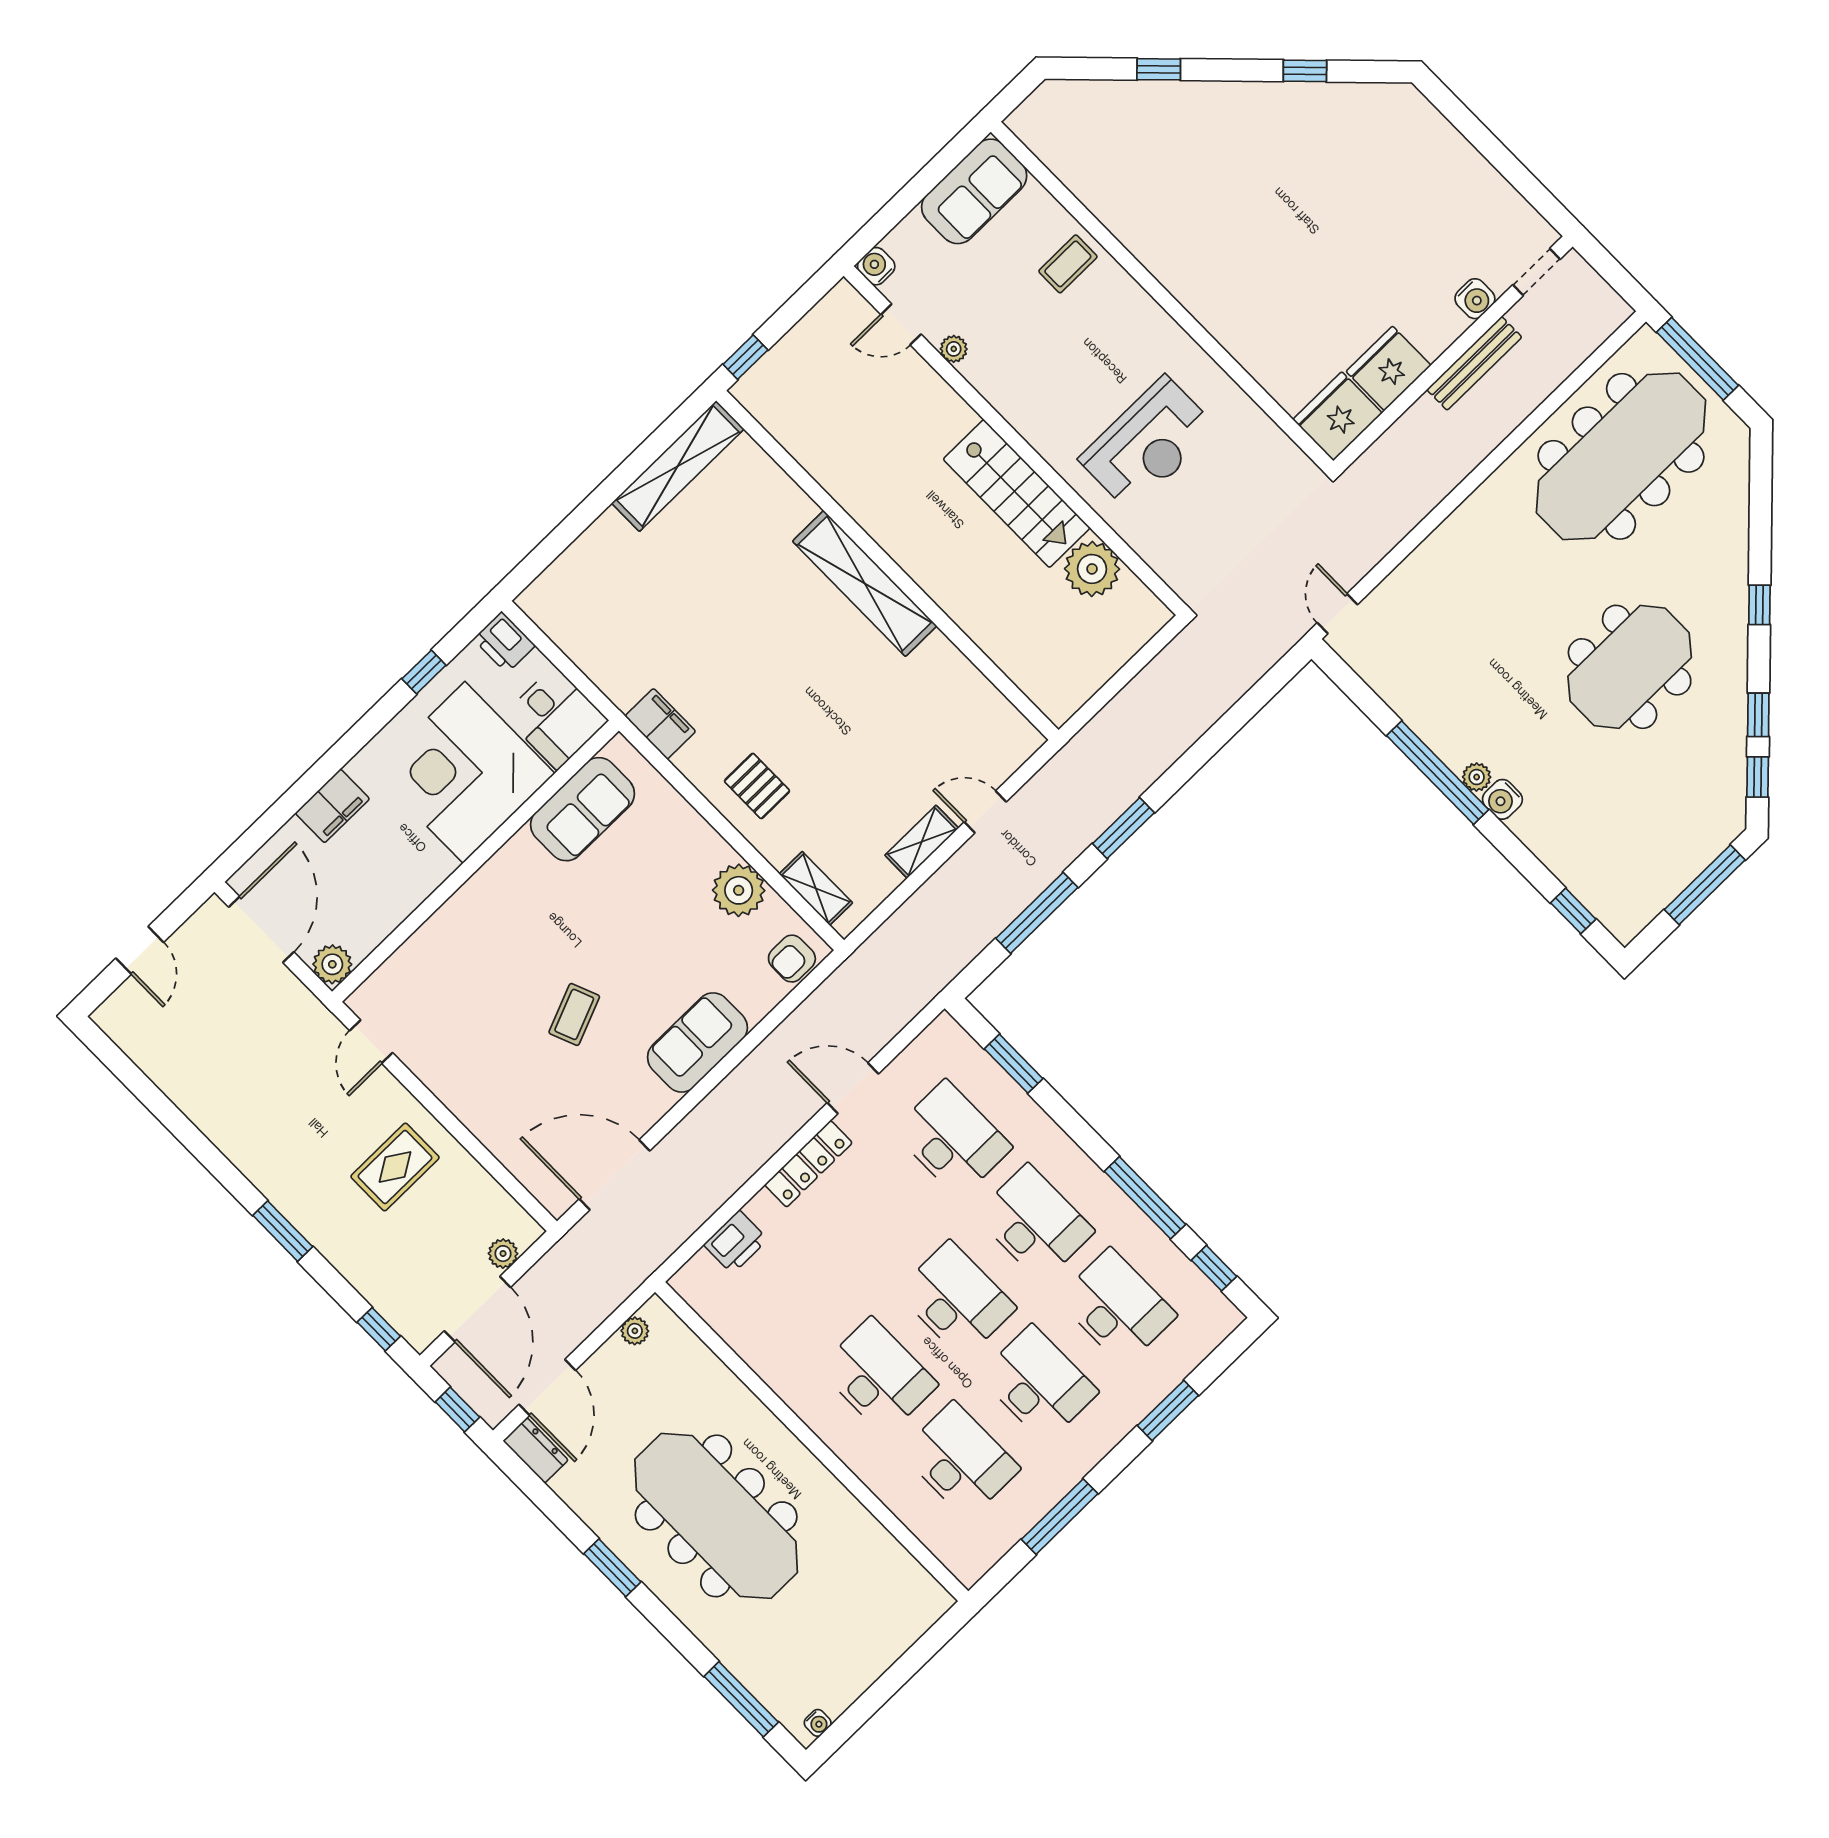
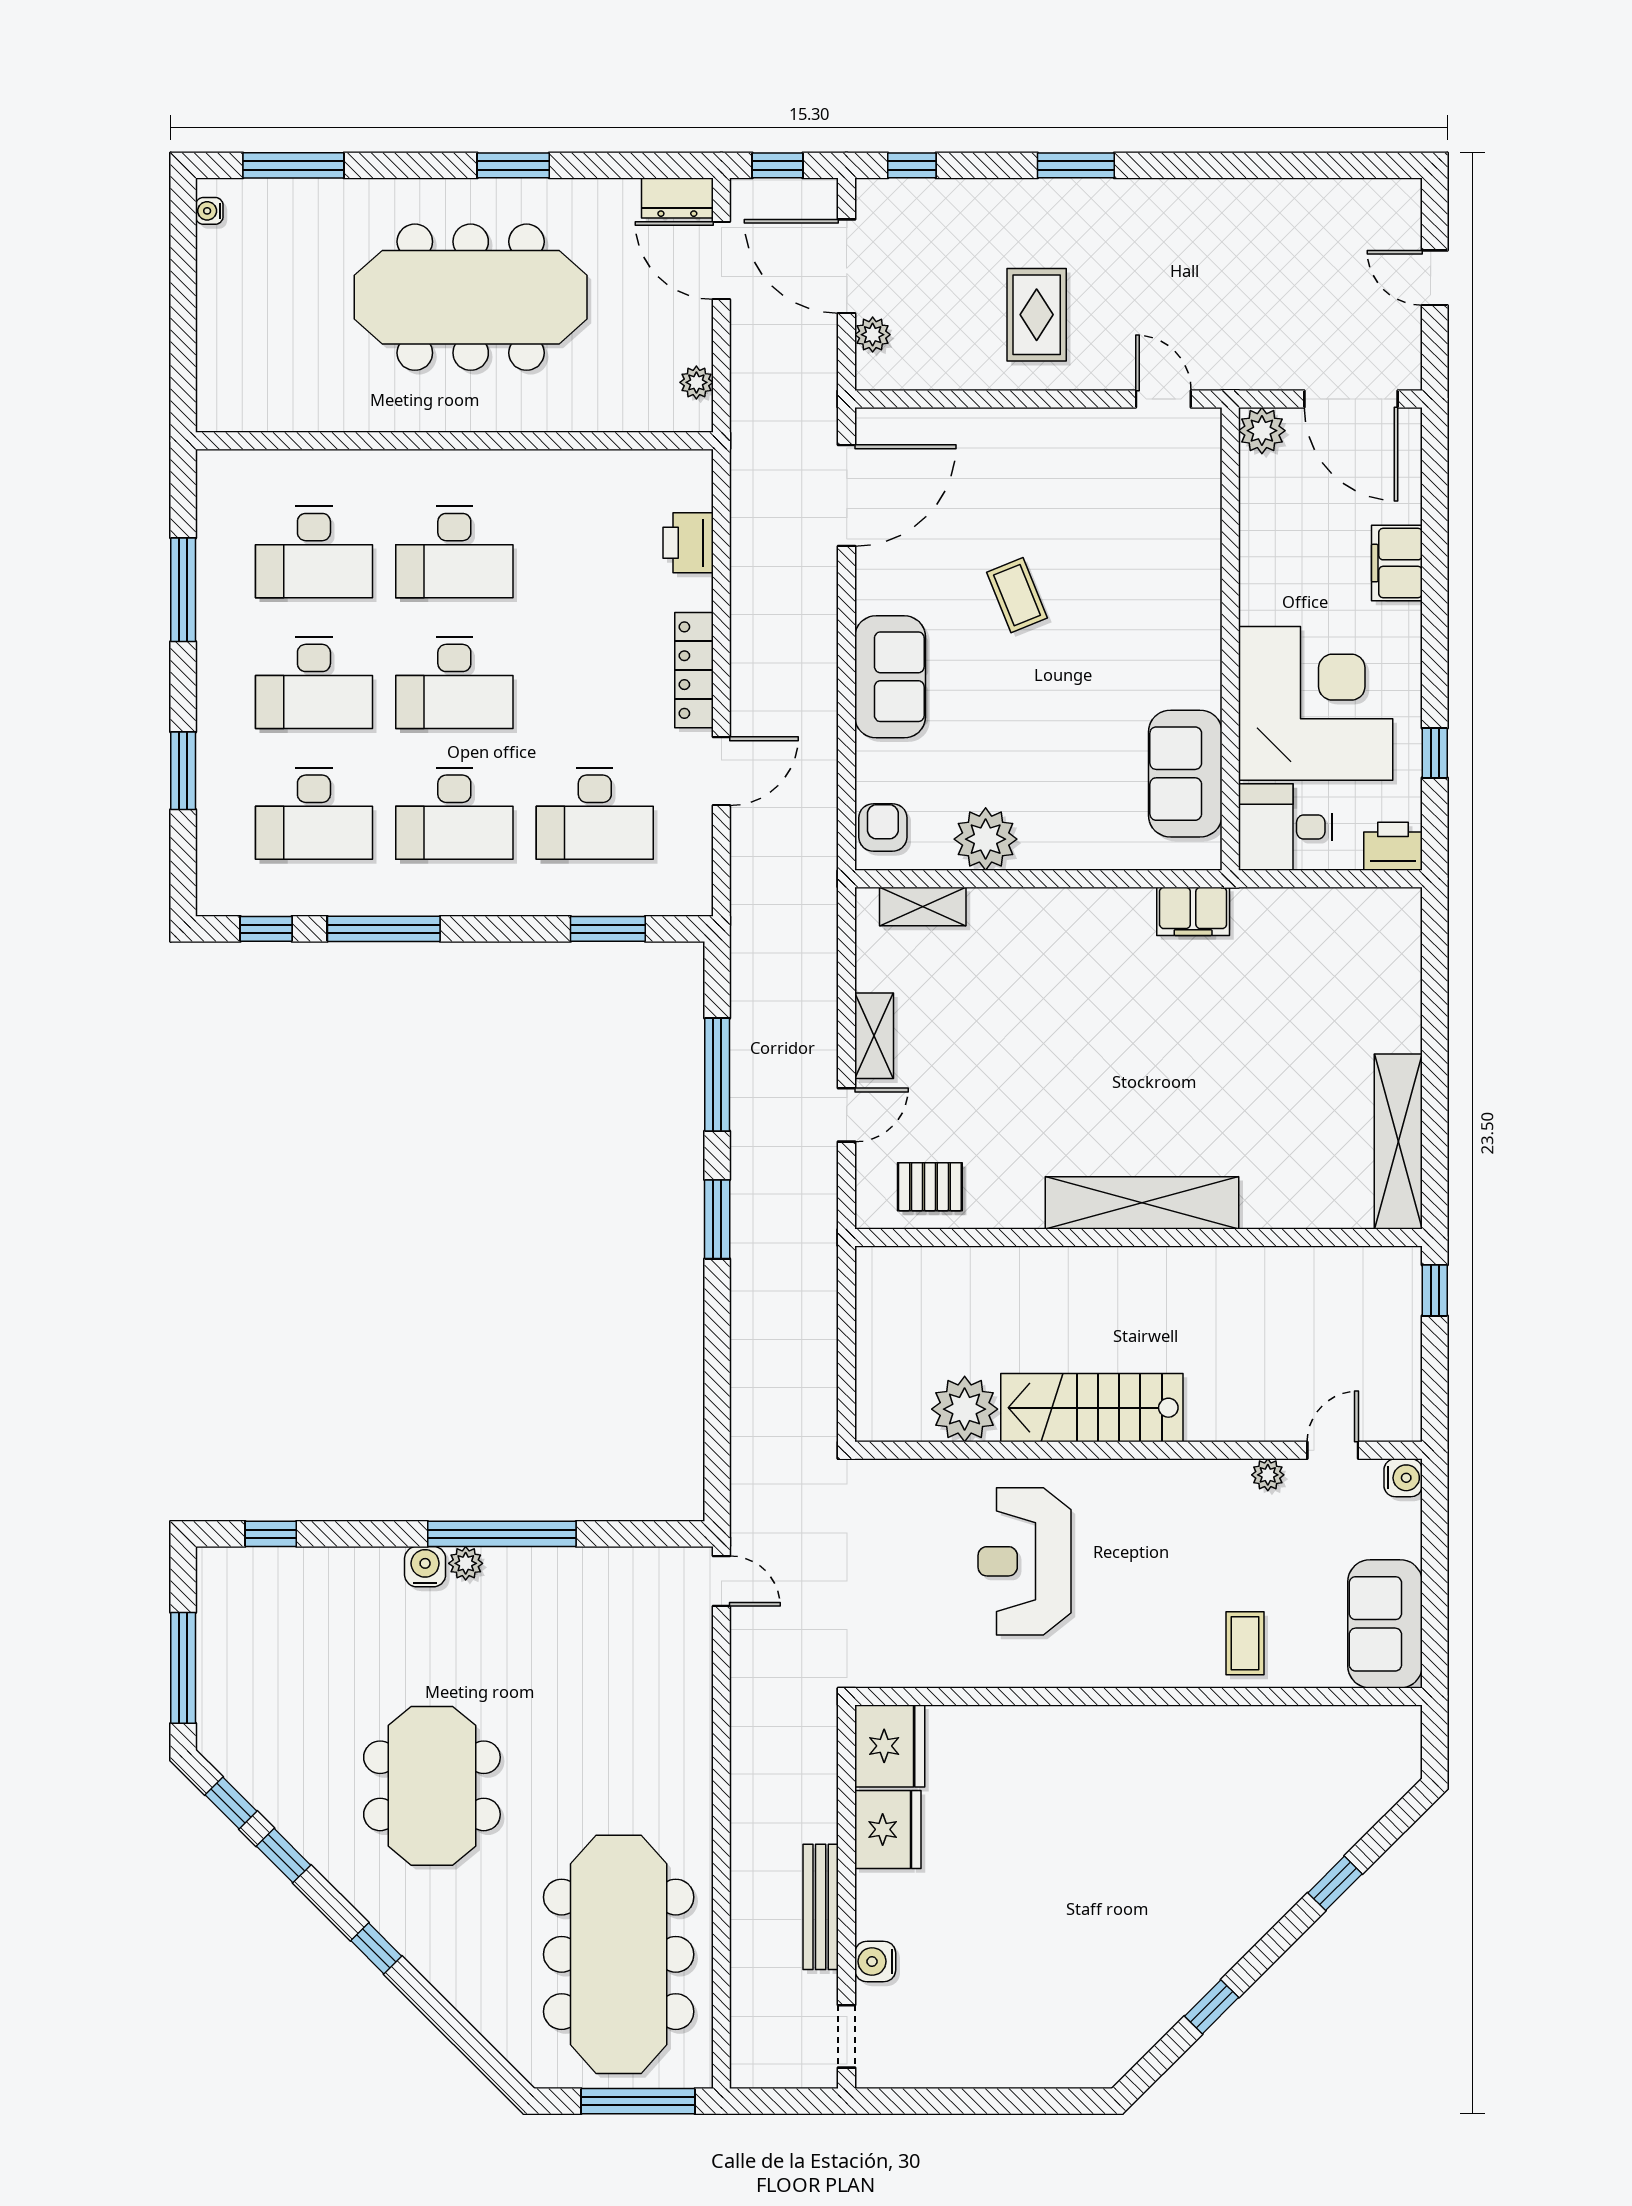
pallet: (757, 786) -> (930, 1187), moved

